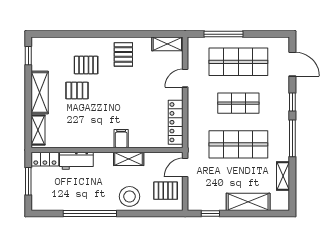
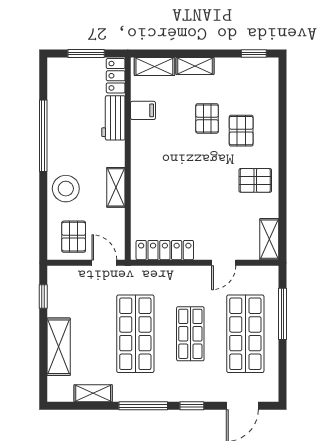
door: (185, 78) -> (224, 263), swing flipped
shelving: (40, 93) -> (195, 66), width x0.67, depth x0.75
filing cabinet: (121, 139) -> (143, 110), moved

